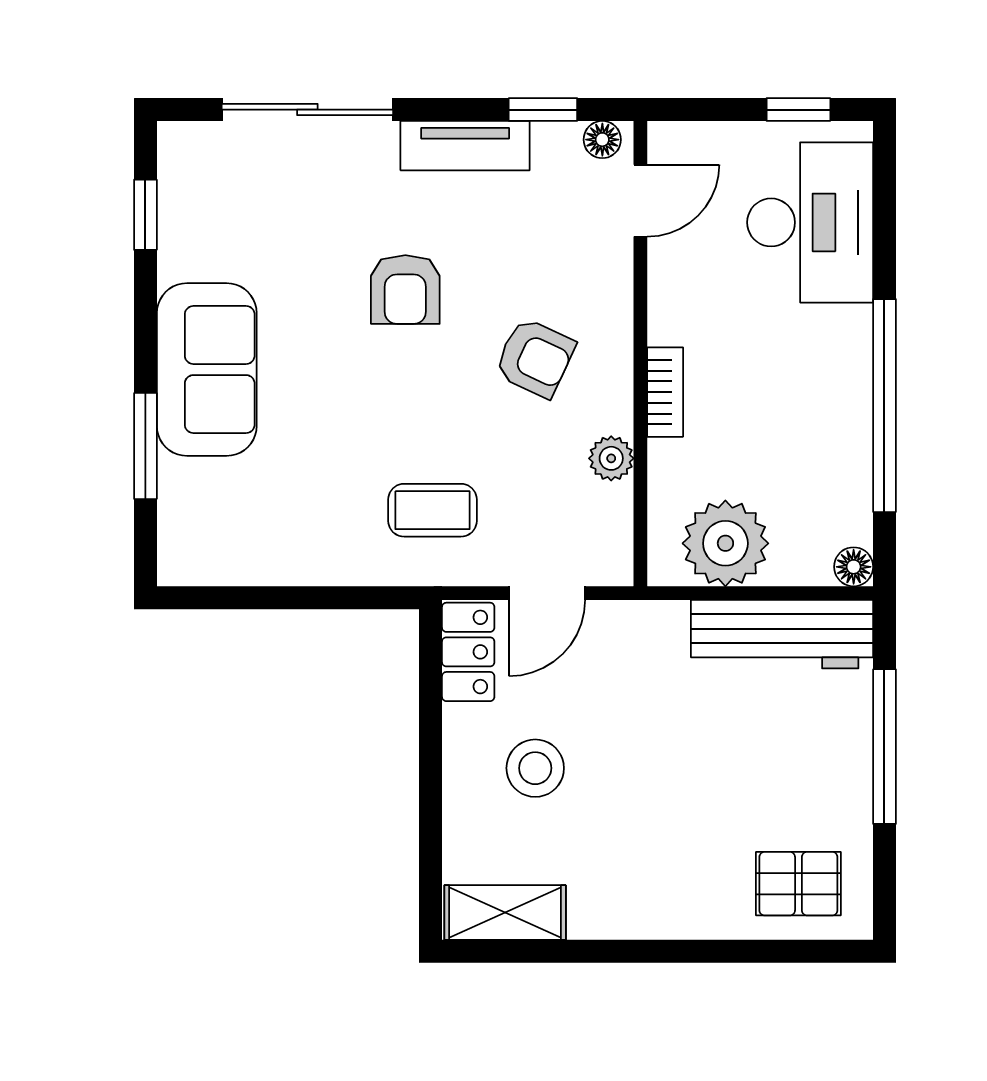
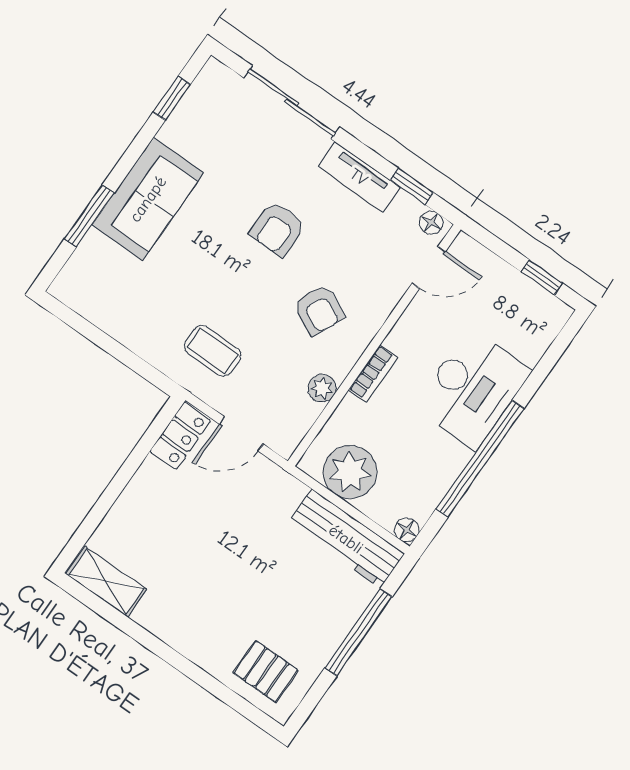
desk: (810, 222) -> (472, 389), moved
stool: (535, 768) -> (173, 519), removed

